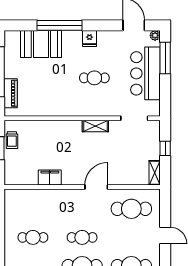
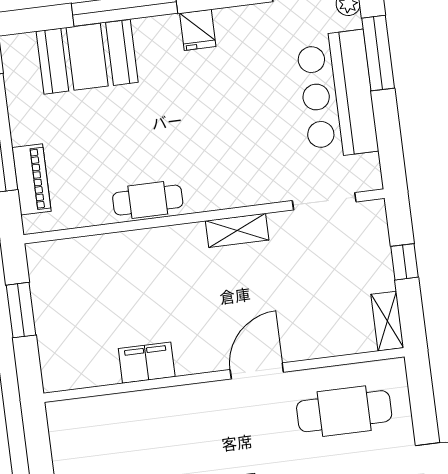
cafe table: (94, 78) -> (148, 200), moved
trolley: (12, 140) -> (48, 287), removed

